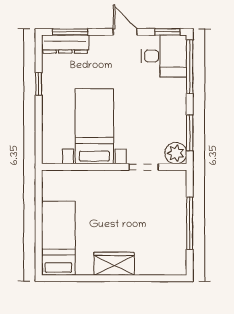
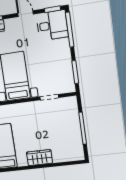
plant: (176, 153) -> (68, 86), removed

